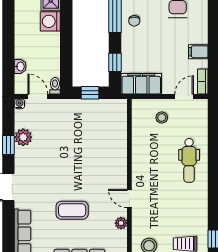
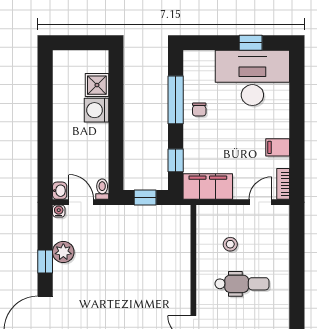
washbasin: (20, 66) -> (60, 191), moved
stool: (162, 118) -> (230, 244), moved
dental chair: (189, 160) -> (242, 284), moved, turned -90

